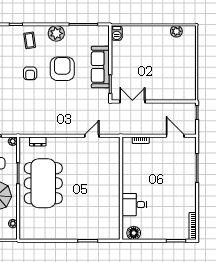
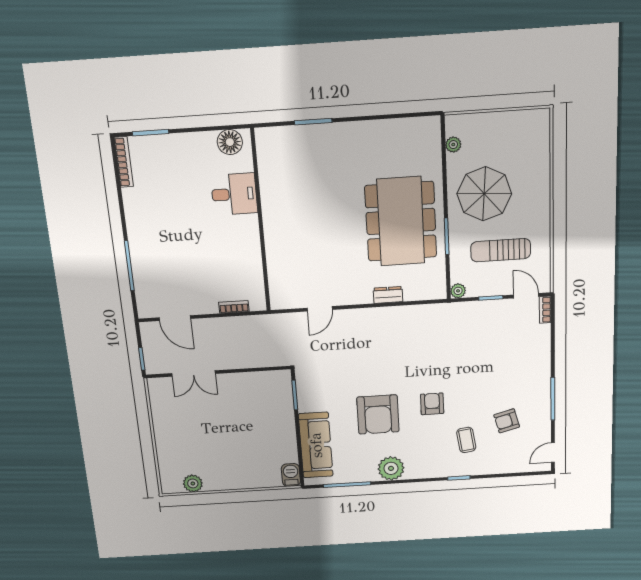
coffee table: (30, 40) -> (466, 440), moved
sofa: (100, 67) -> (316, 445), moved
double door: (132, 102) -> (193, 374), moved
dresser: (38, 141) -> (388, 295), moved

